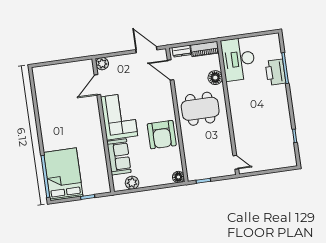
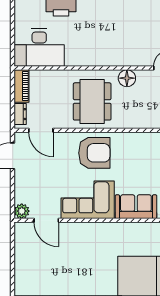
door: (171, 70) -> (41, 130), hinge flipped
floor lamp: (215, 78) -> (127, 78), moved
armchair: (162, 135) -> (94, 153), moved

